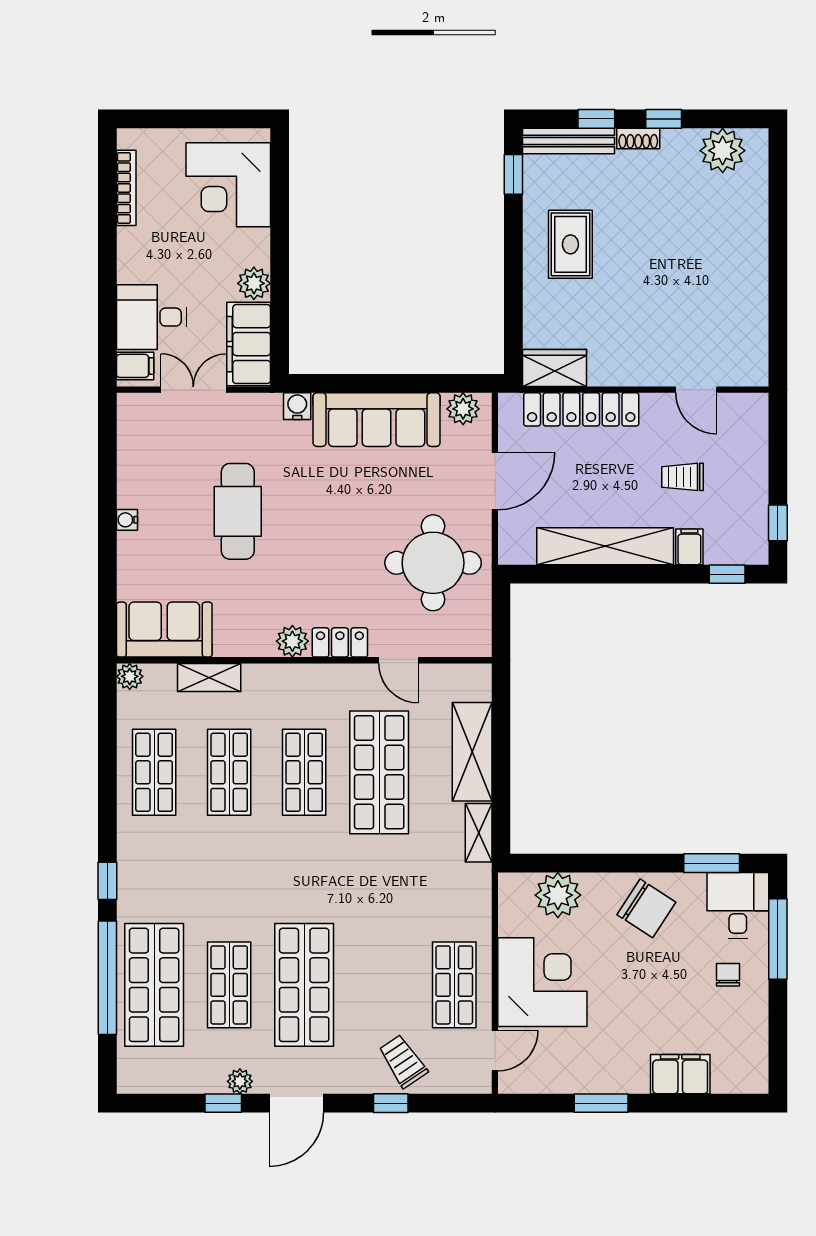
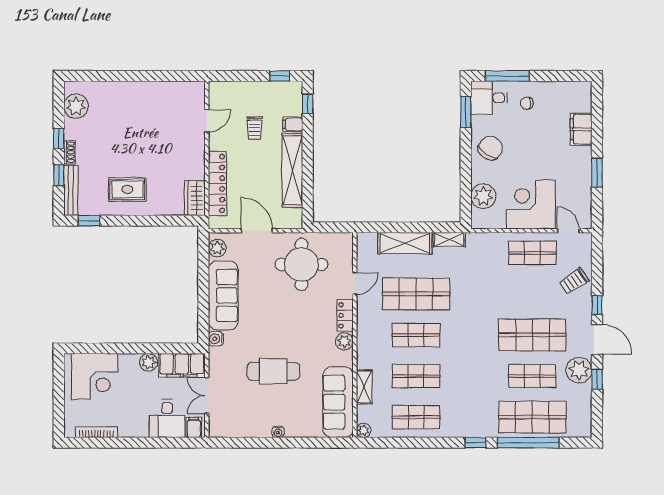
sofa: (164, 630) -> (338, 402), width x1.36
plant: (240, 1081) -> (579, 370), width x1.88, depth x1.88
window: (391, 1103) -> (597, 305), moved

